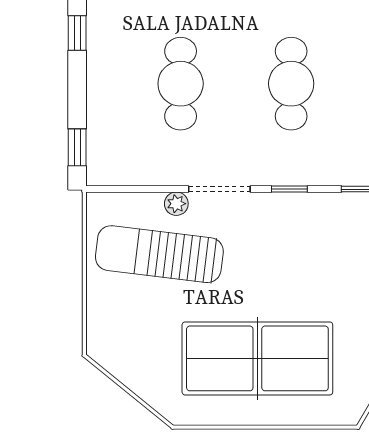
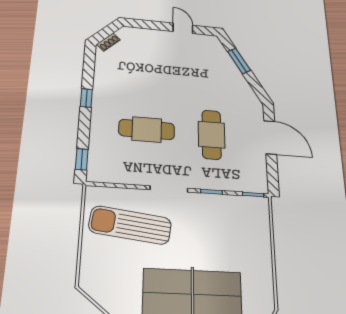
cafe table: (181, 84) -> (147, 129), turned 90
plant: (176, 204) -> (142, 196), removed

